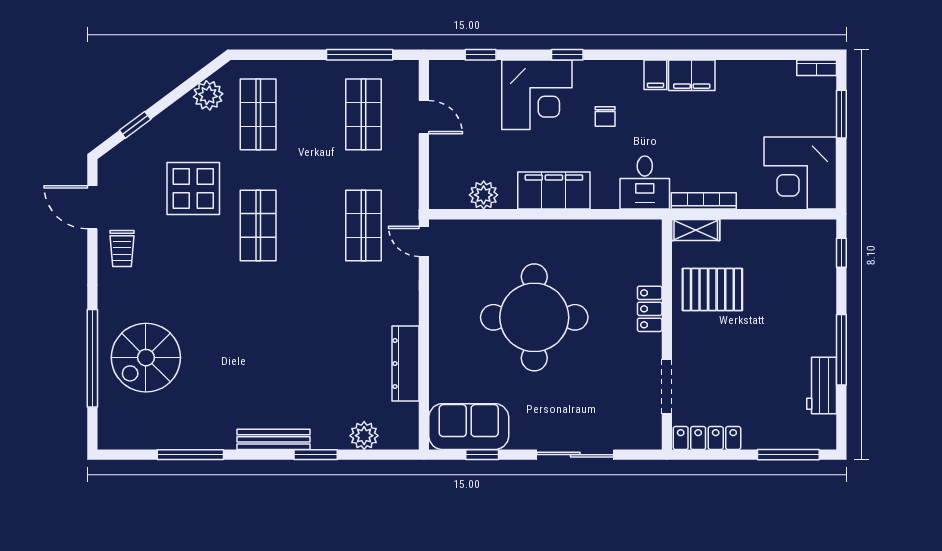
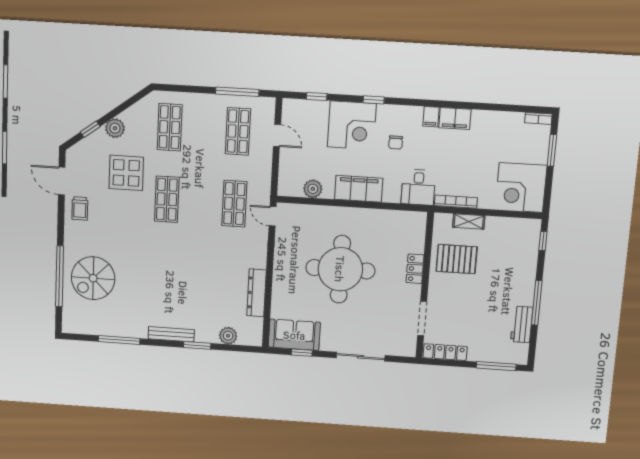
plant: (208, 95) -> (115, 128), moved
shelving: (696, 230) -> (469, 221), moved

